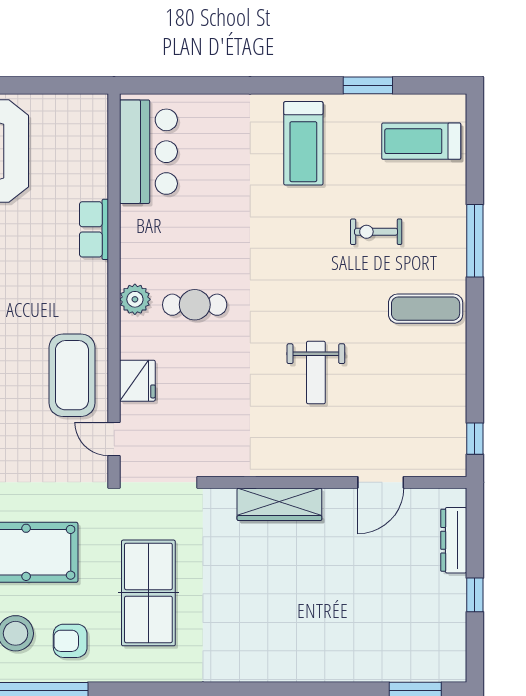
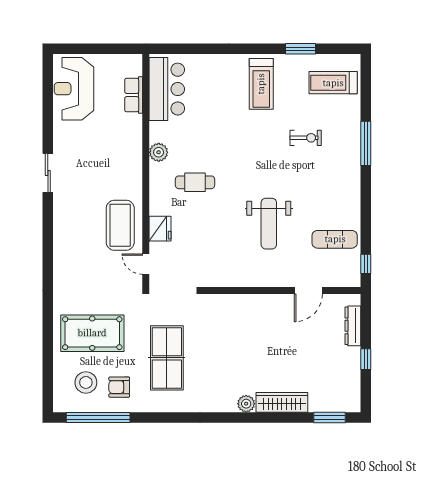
row of seats: (94, 229) -> (134, 95), moved
exercise bike: (376, 232) -> (306, 138), turned 180
plant: (135, 299) -> (159, 152), moved
exercise mat: (426, 309) -> (335, 239), moved
weight bench: (316, 372) -> (269, 224), width x1.36, depth x1.33
wardrobe: (279, 504) -> (282, 402), moved, turned 180
plant: (279, 668) -> (246, 404), added

